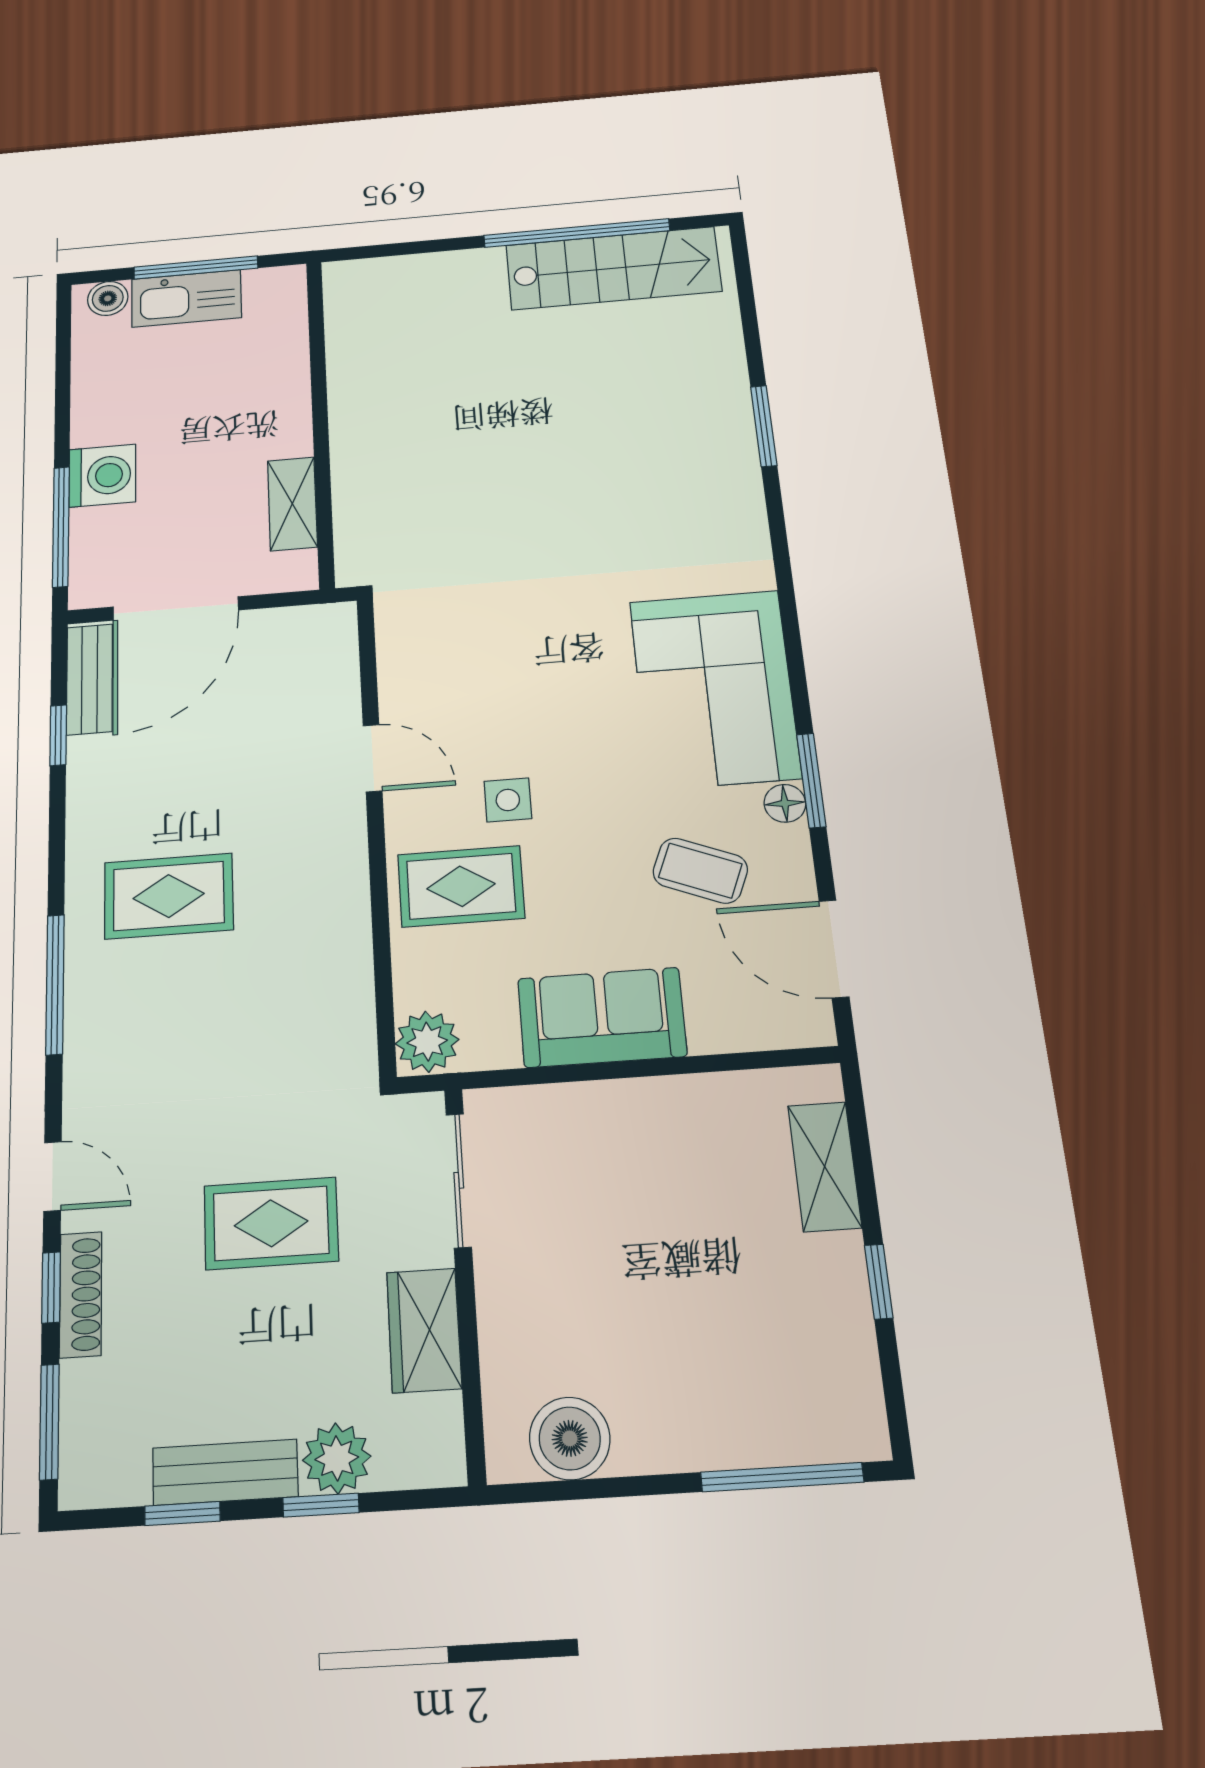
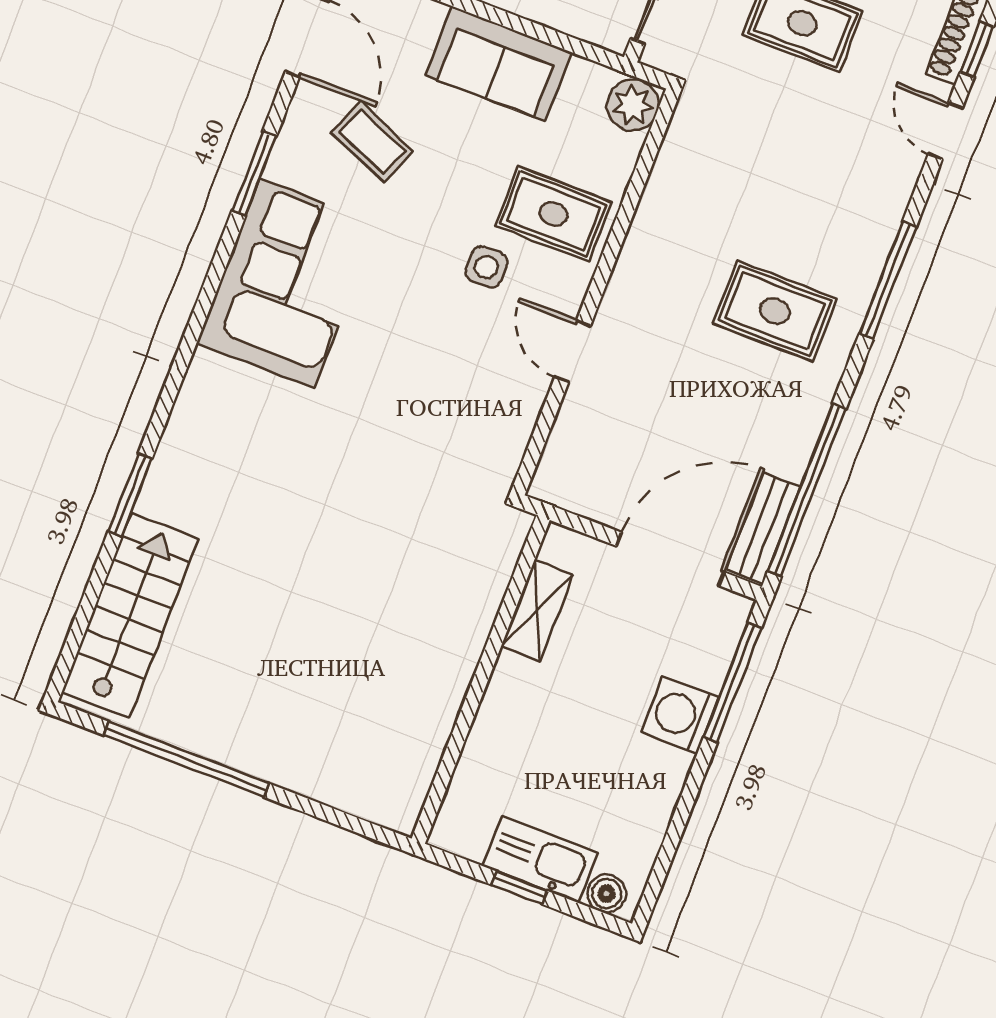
window: (196, 268) -> (519, 888), width x0.46
stairs: (613, 268) -> (130, 615), moved, turned 90
window: (58, 735) -> (807, 490), width x3.17
floor lamp: (785, 803) -> (283, 165), removed

